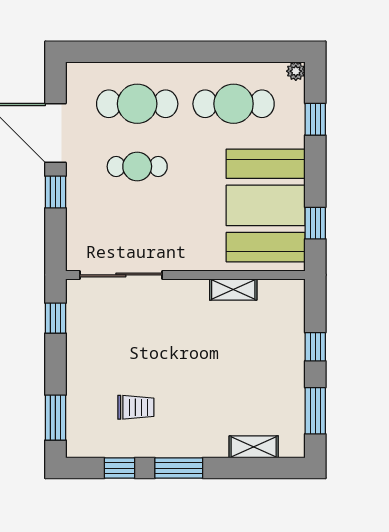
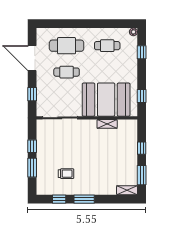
cafe table: (234, 104) -> (107, 46), width x0.73, depth x0.74
window: (55, 192) -> (32, 94), moved
booth: (266, 205) -> (106, 100), moved, turned 90
window: (55, 318) -> (32, 146), moved
window: (55, 418) -> (32, 168), moved
shelving: (254, 447) -> (127, 190), moved

